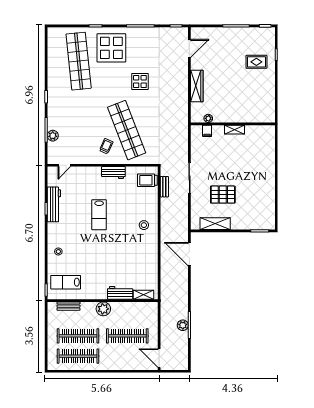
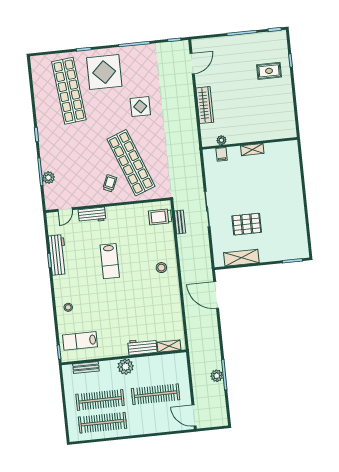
workbench: (113, 173) -> (92, 215), moved

